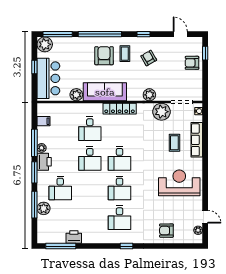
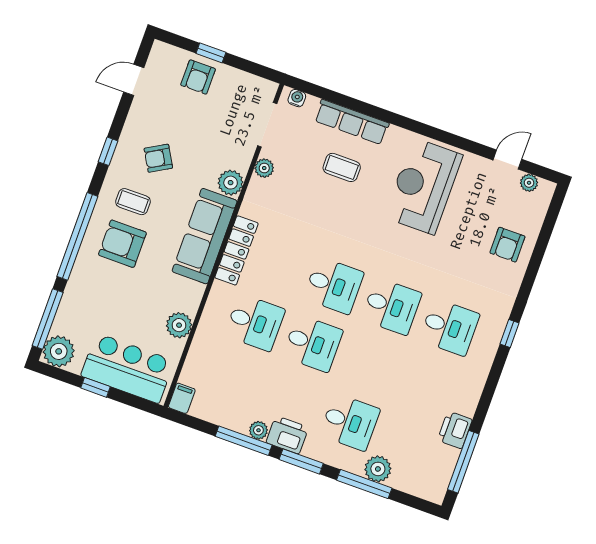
window: (205, 53) -> (211, 53), moved
sofa: (105, 92) -> (205, 236), moved
plant: (161, 112) -> (264, 168), width x0.53, depth x0.53
filing cabinet: (44, 121) -> (182, 398), moved

